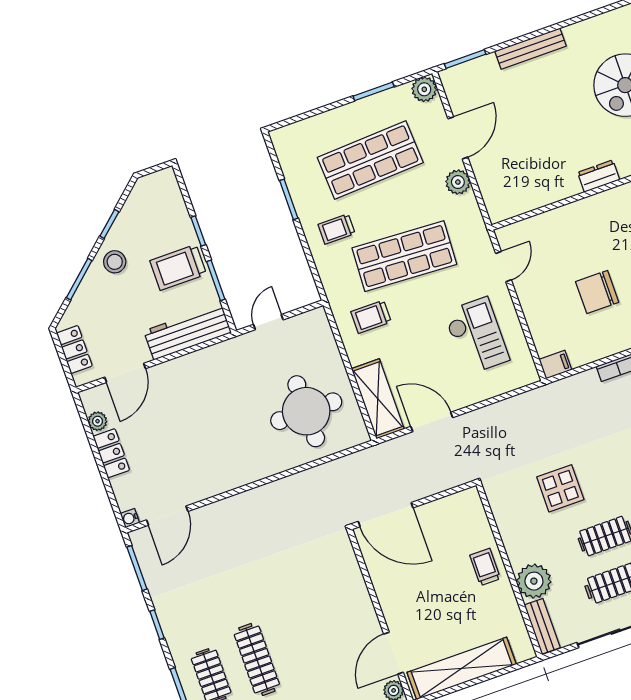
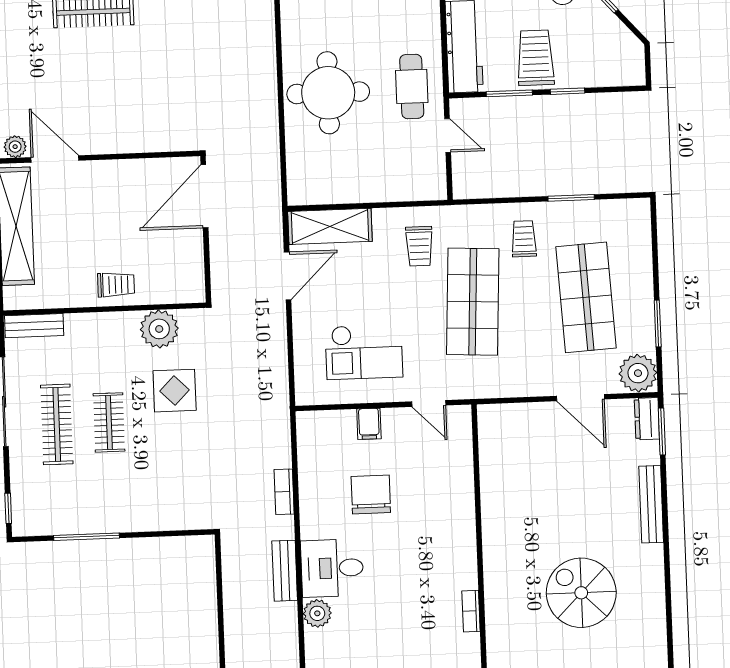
plant: (424, 89) -> (638, 373), width x1.36, depth x1.36
dresser: (599, 176) -> (647, 419), moved, turned 180
plant: (458, 182) -> (534, 383), removed
trolley: (371, 317) -> (419, 246), turned 180
filing cabinet: (555, 365) -> (369, 424), moved
cafe table: (236, 366) -> (412, 86), added
round table: (306, 411) -> (328, 93), moved
plant: (534, 581) -> (159, 329), moved

